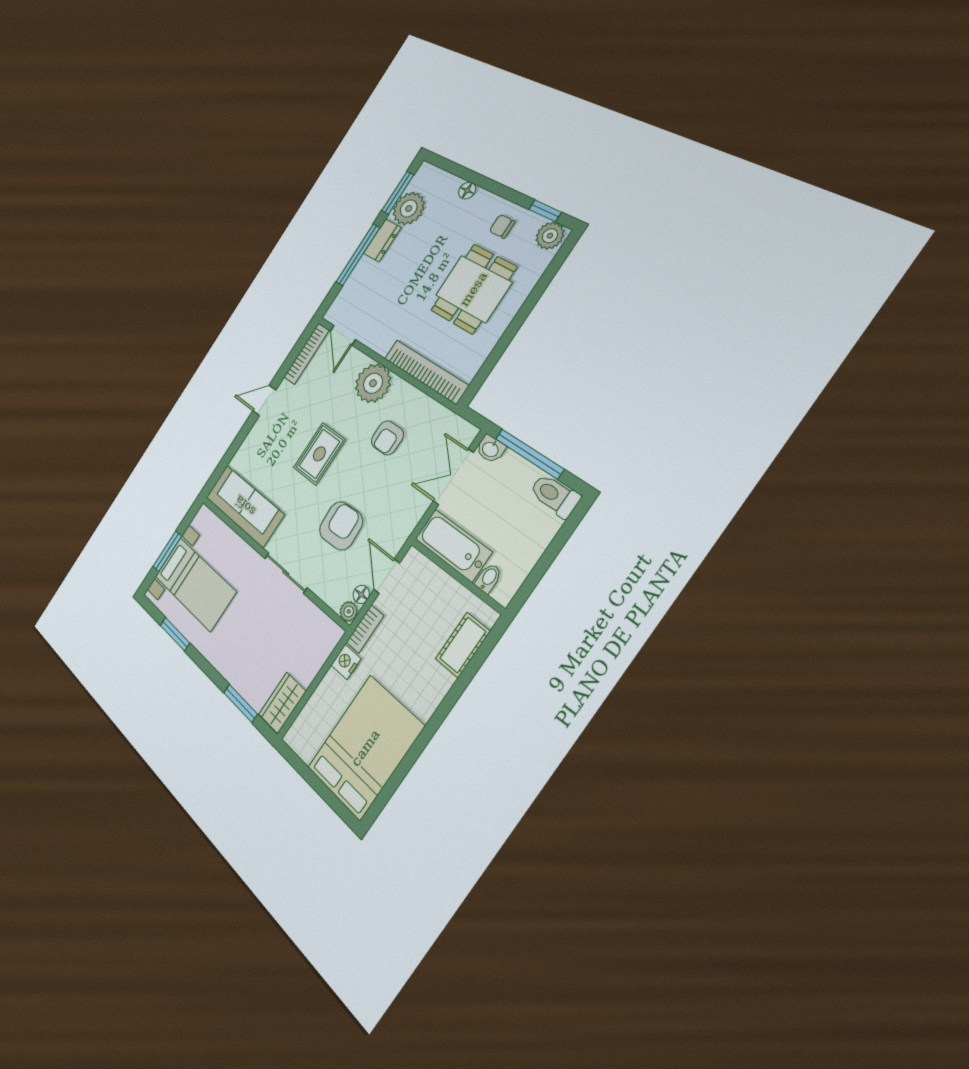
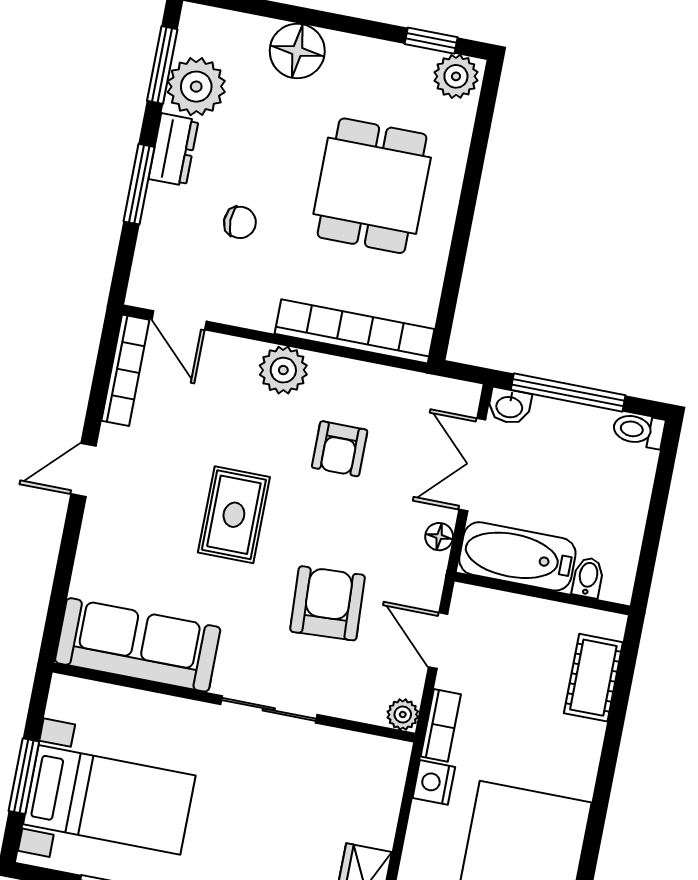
floor lamp: (467, 191) -> (297, 51), width x1.89, depth x1.89
chair: (502, 226) -> (240, 222), moved, turned 180
window: (358, 255) -> (139, 184), width x0.69
plant: (373, 383) -> (283, 370), width x0.73, depth x0.73
toilet: (555, 495) -> (639, 430), width x0.73, depth x0.72
floor lamp: (361, 594) -> (439, 537), moved

